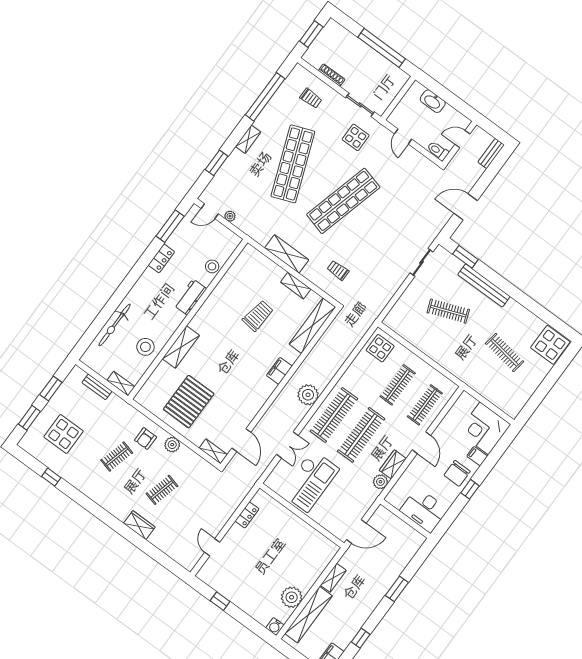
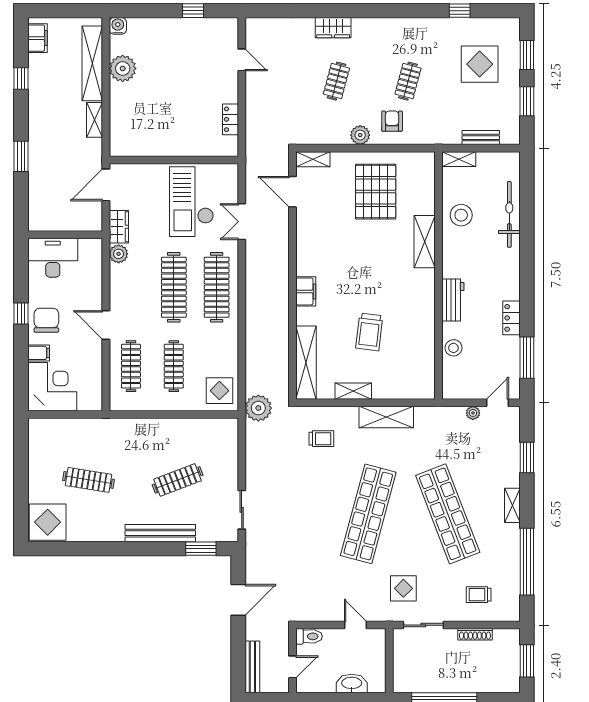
bench: (491, 153) -> (252, 667), width x1.36
plant: (308, 395) -> (258, 408), moved
wardrobe: (393, 464) -> (119, 227), moved

